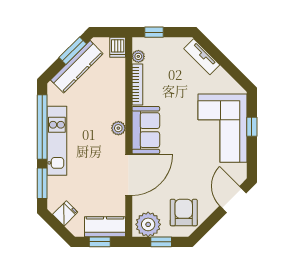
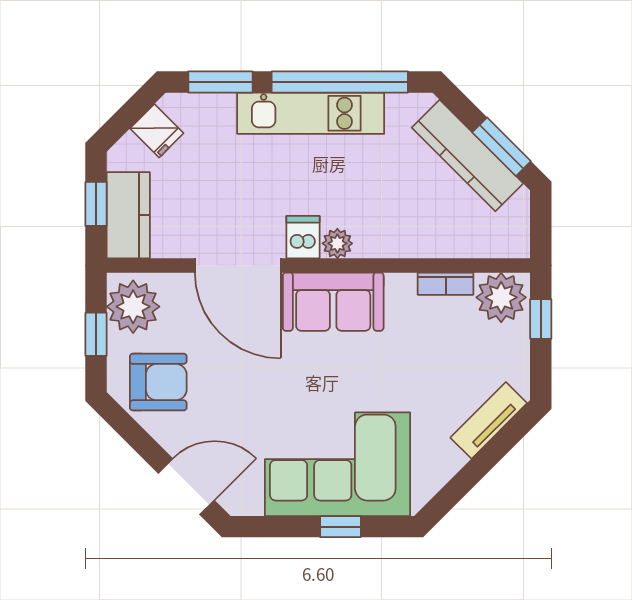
dishwasher: (118, 47) -> (303, 237), moved, turned 90
plant: (138, 56) -> (501, 297), width x1.87, depth x1.87
bookcase: (137, 84) -> (446, 284), width x0.64

